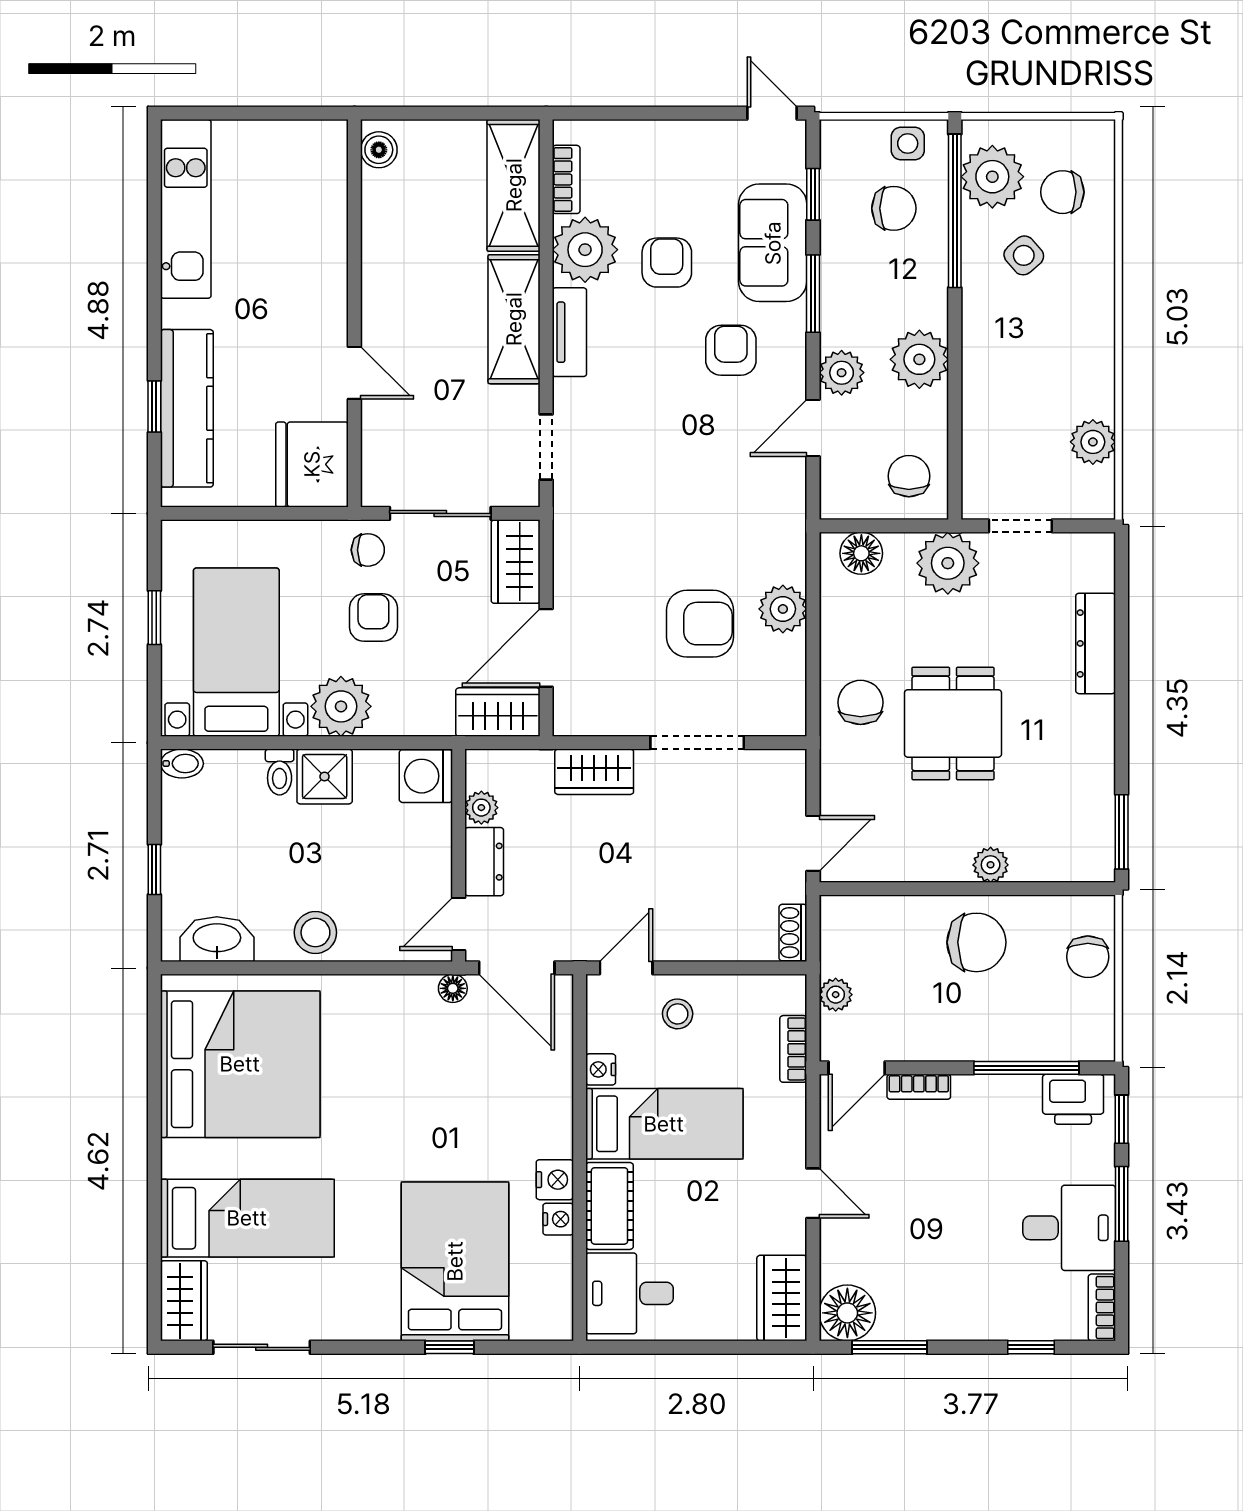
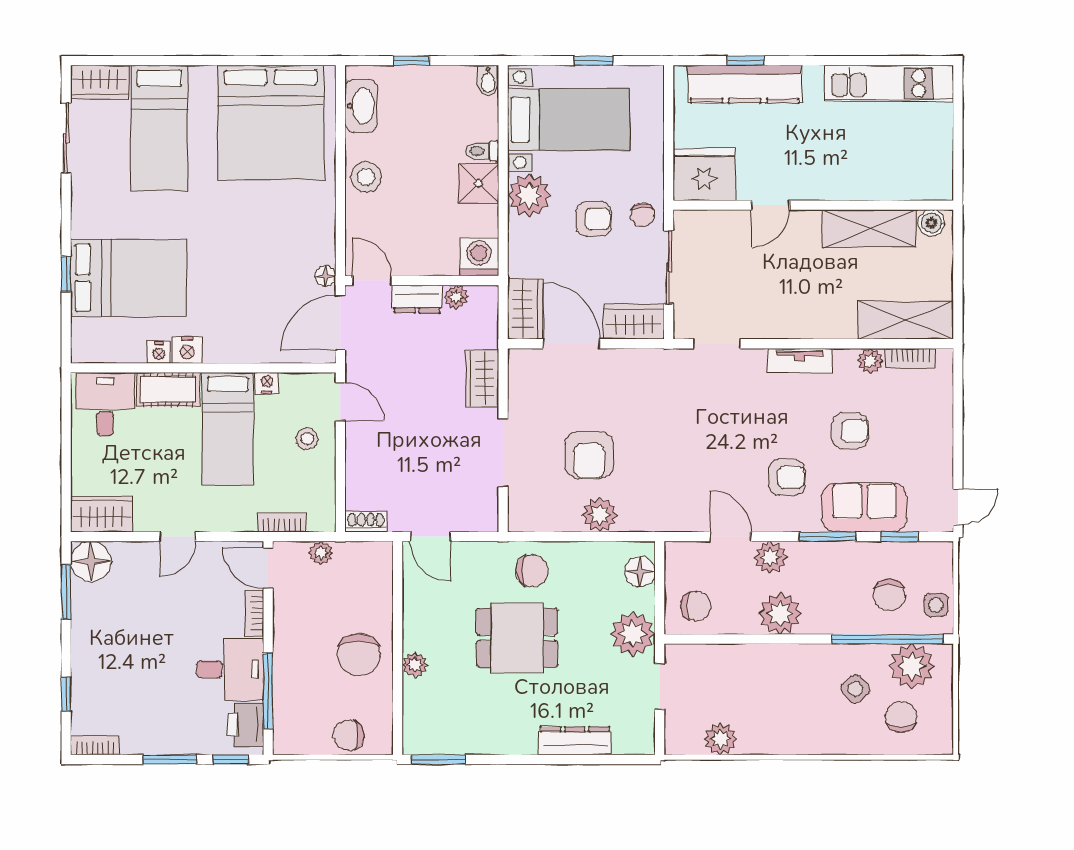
plant: (585, 250) -> (870, 361), width x0.53, depth x0.53
shelving: (514, 319) -> (869, 228), moved
desk: (1069, 1228) -> (230, 669), moved, turned -90

